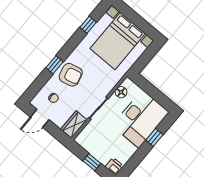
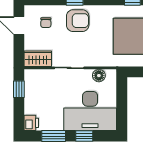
armchair: (71, 75) -> (78, 21), turned -76
window: (137, 159) -> (54, 136), added
window: (92, 162) -> (19, 89), moved

